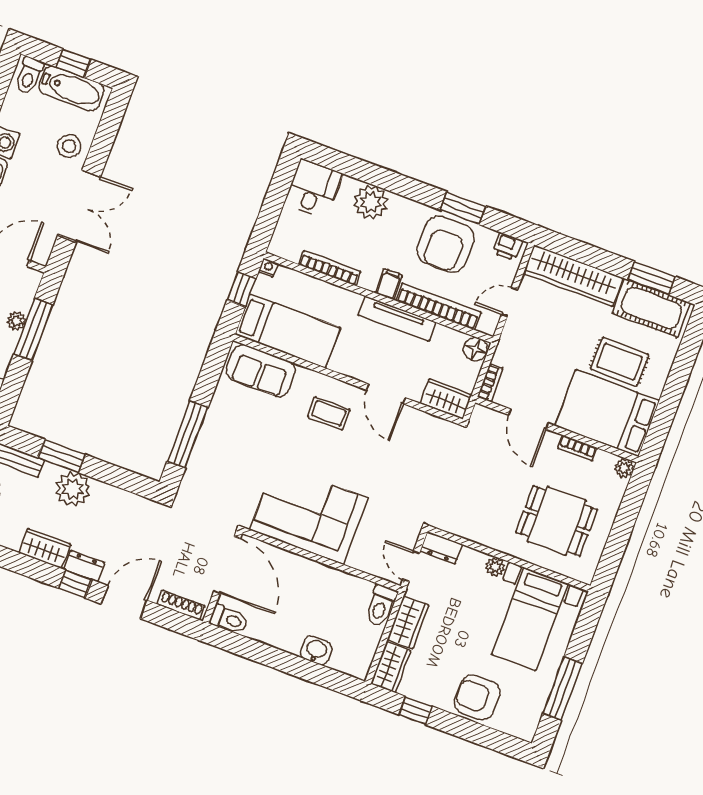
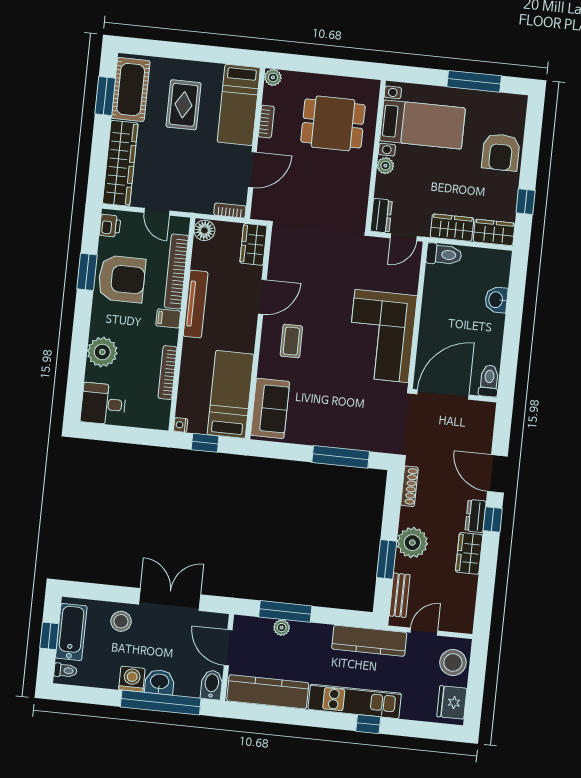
toilet: (29, 76) -> (65, 670), width x0.73, depth x0.72
bed: (607, 413) -> (239, 105), width x0.67
dining table: (557, 521) -> (333, 123), turned 90
shoe rack: (181, 605) -> (409, 486), moved, turned 180

